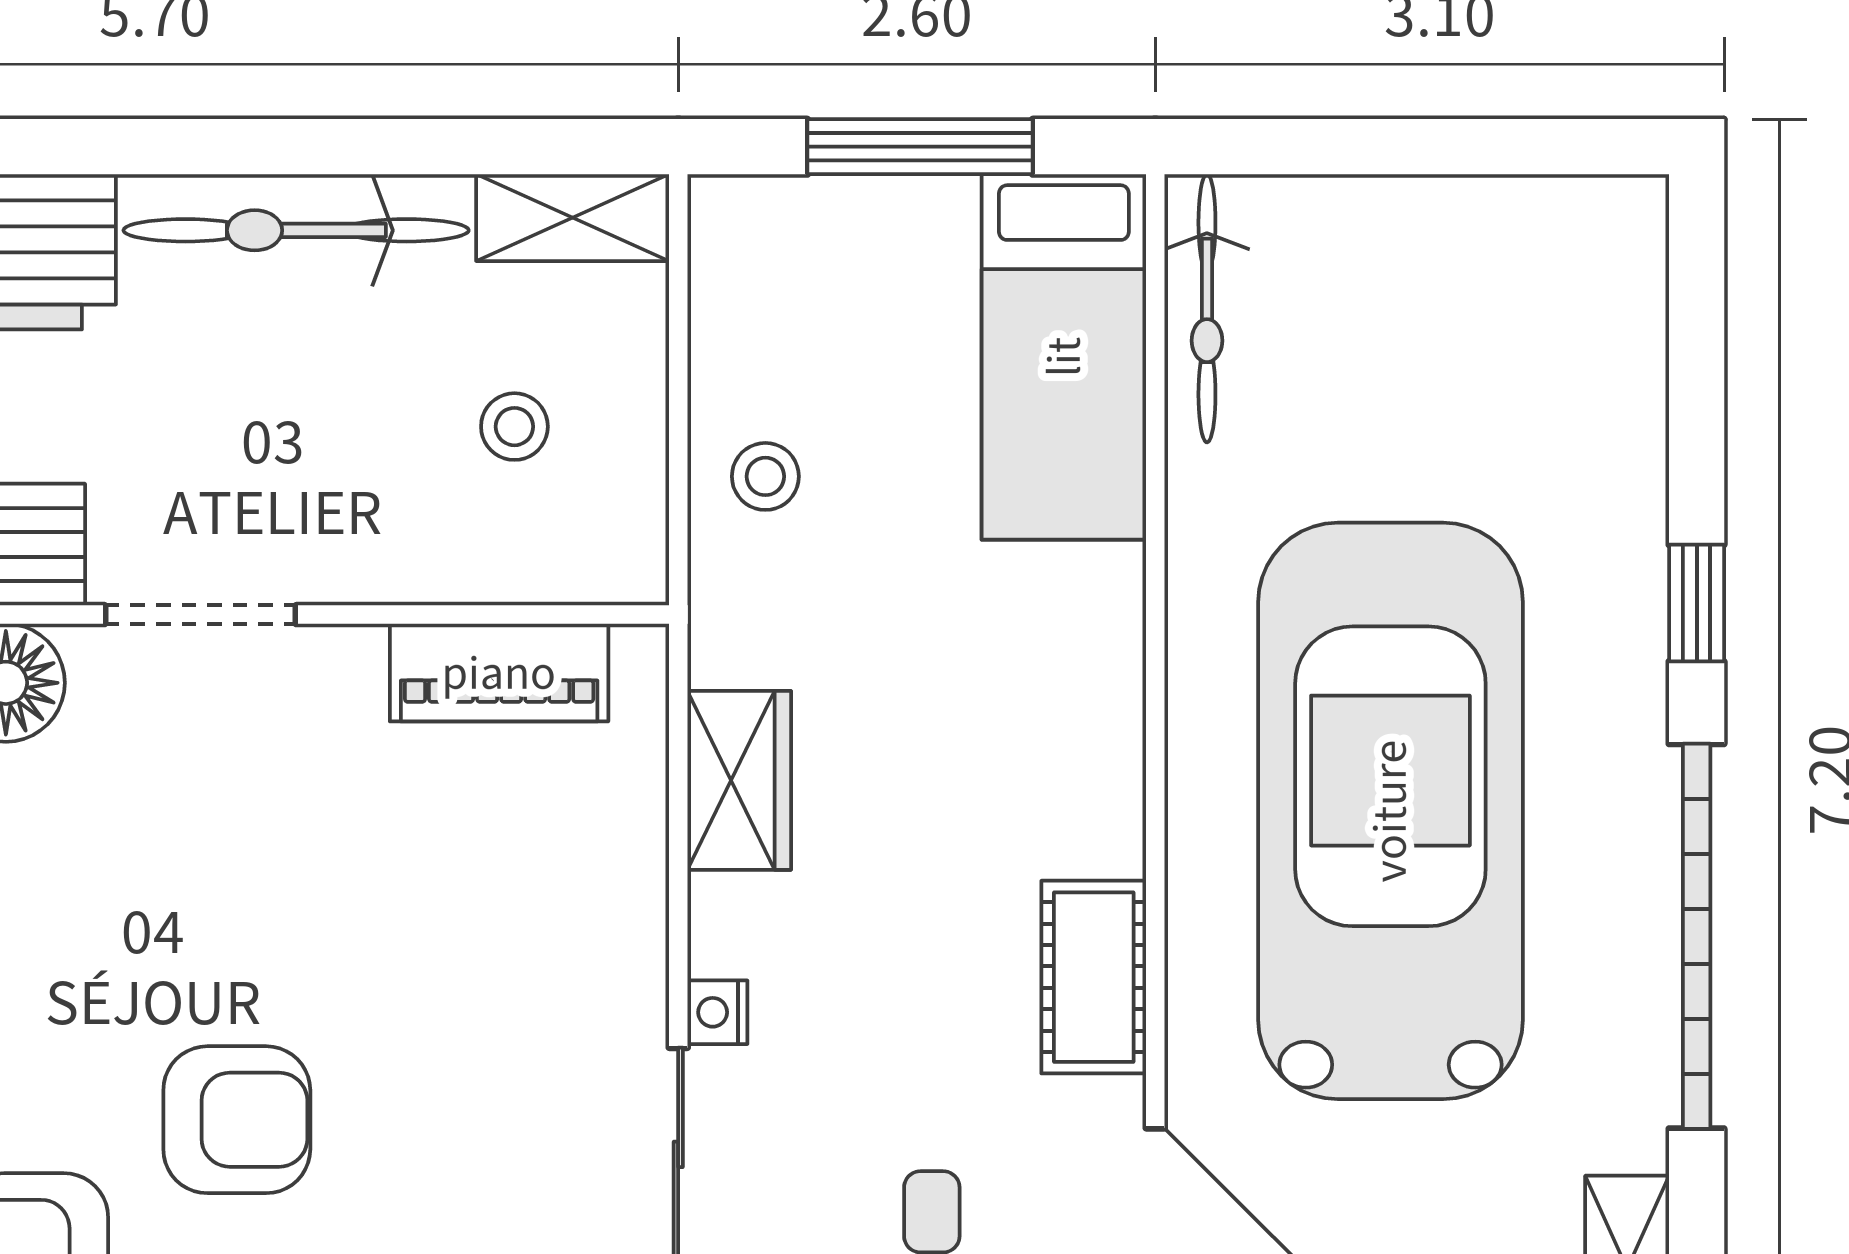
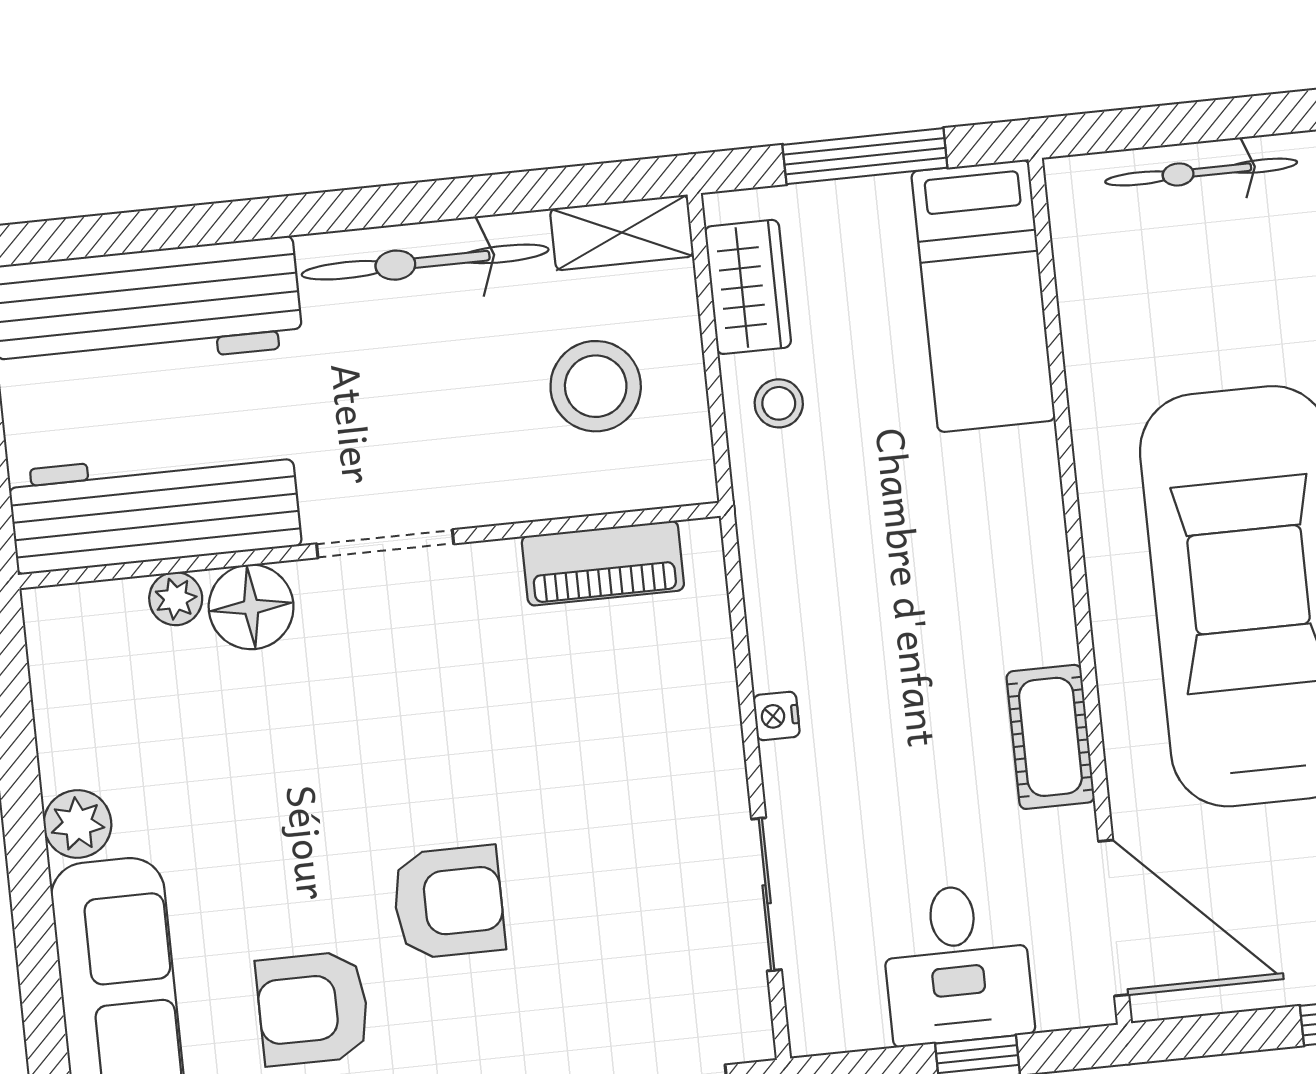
bicycle: (1207, 308) -> (1201, 172), moved, turned 90
stool: (514, 427) -> (596, 386), width x1.89, depth x1.89
wardrobe: (739, 780) -> (748, 287), moved
nightstand: (717, 1012) -> (776, 716), moved

